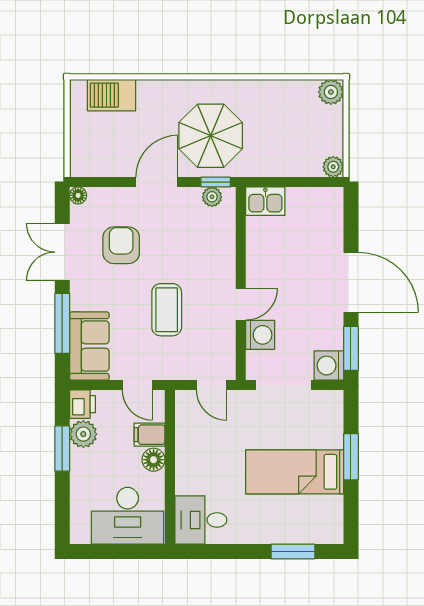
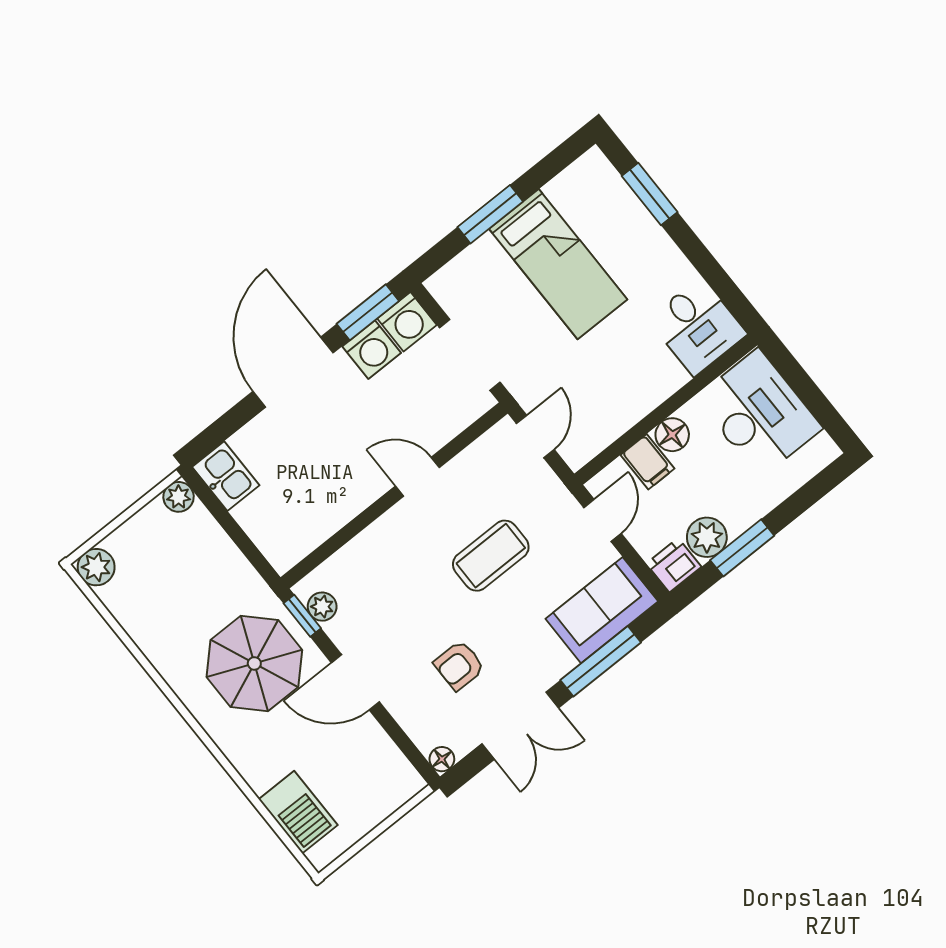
kitchen sink: (265, 201) -> (226, 476), moved
armchair: (121, 245) -> (459, 665), width x0.72, depth x0.72
washing machine: (260, 335) -> (372, 350), moved, turned 180

